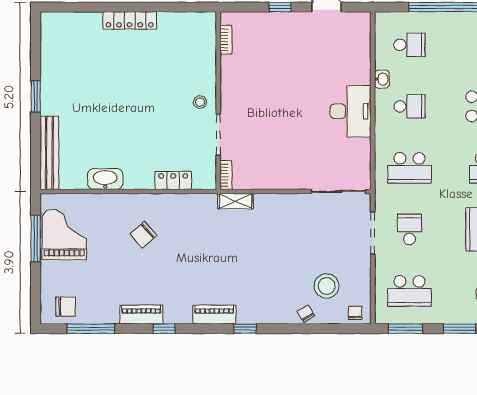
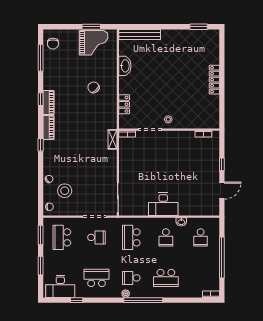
window: (36, 97) -> (199, 27), moved
window: (36, 239) -> (91, 27), width x0.69
piano: (141, 315) -> (49, 102), moved

